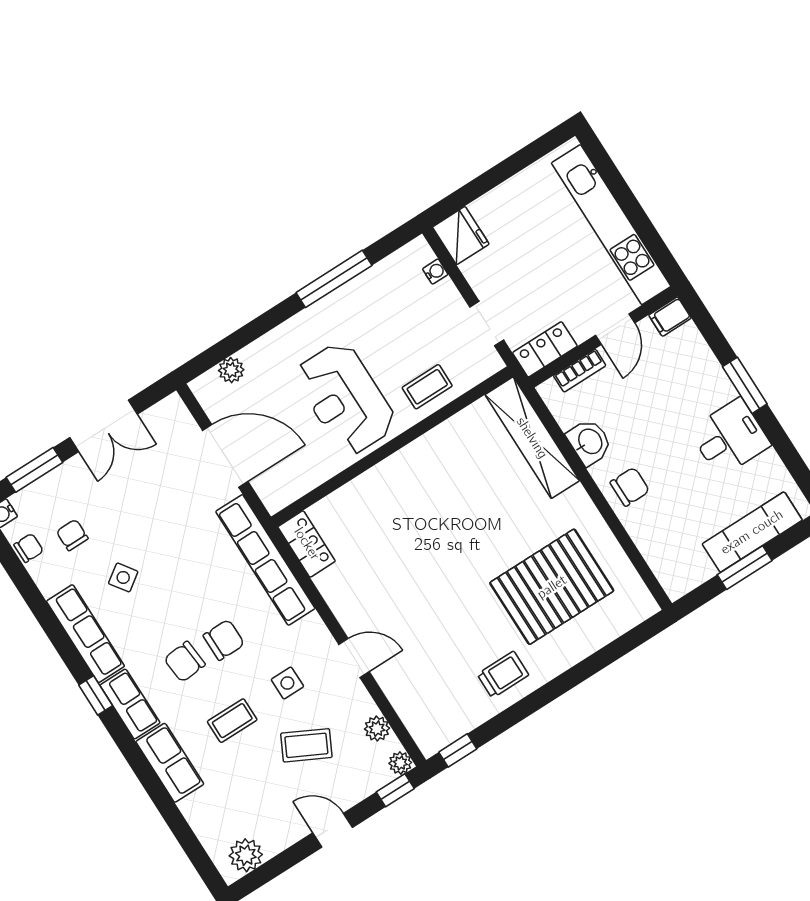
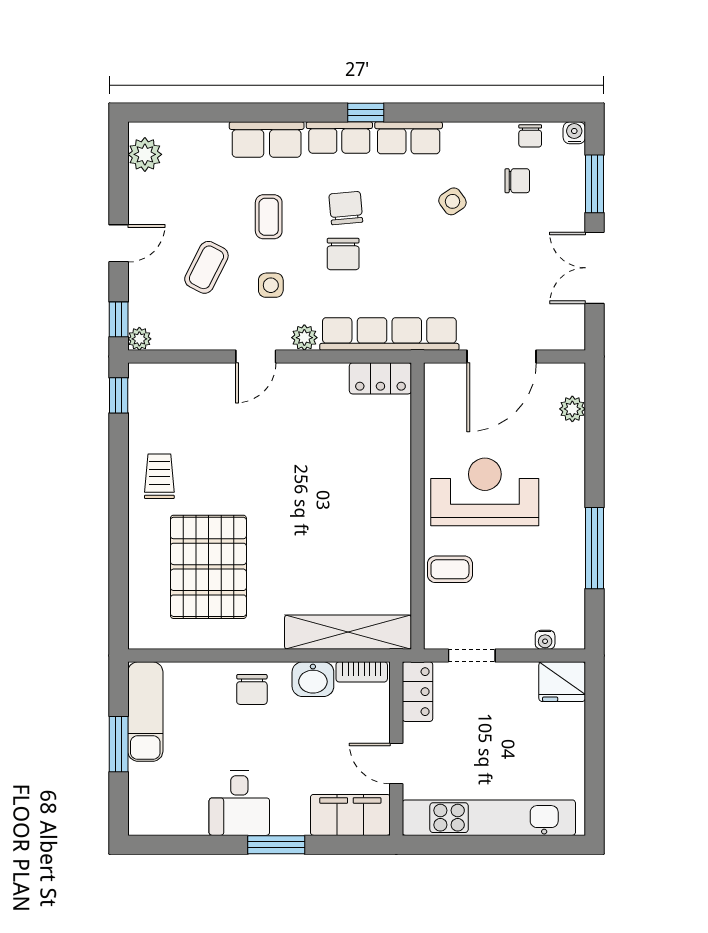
filing cabinet: (670, 317) -> (350, 815), width x3.00, depth x1.17
bookcase: (580, 371) -> (362, 672), moved, turned -90
coffee table: (427, 387) -> (450, 569), turned 90
exam couch: (752, 532) -> (145, 712), moved
row of seats: (86, 634) -> (409, 138), width x0.68
trolley: (503, 675) -> (159, 476), turned 180
plant: (377, 729) -> (304, 338), moved

